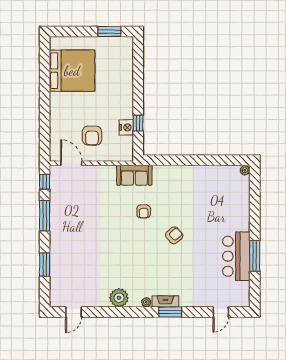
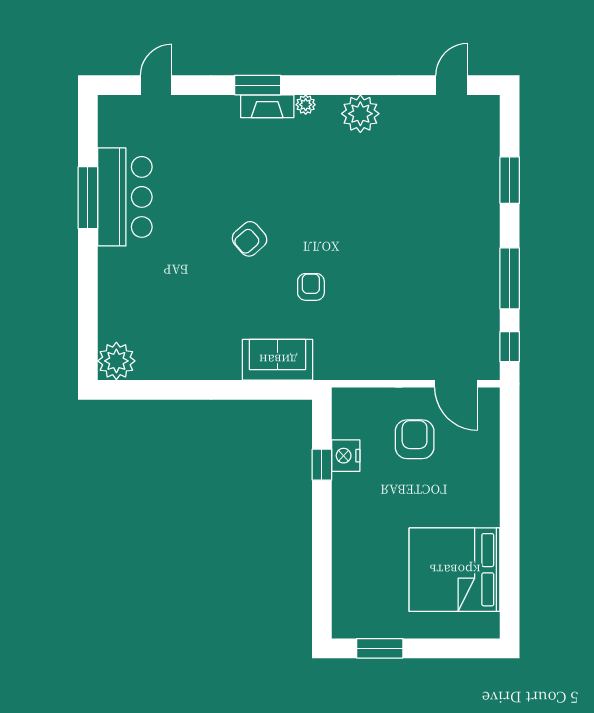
plant: (245, 170) -> (116, 361), width x1.87, depth x1.87
sofa: (134, 175) -> (278, 360), moved

